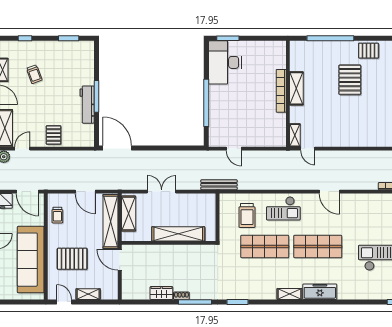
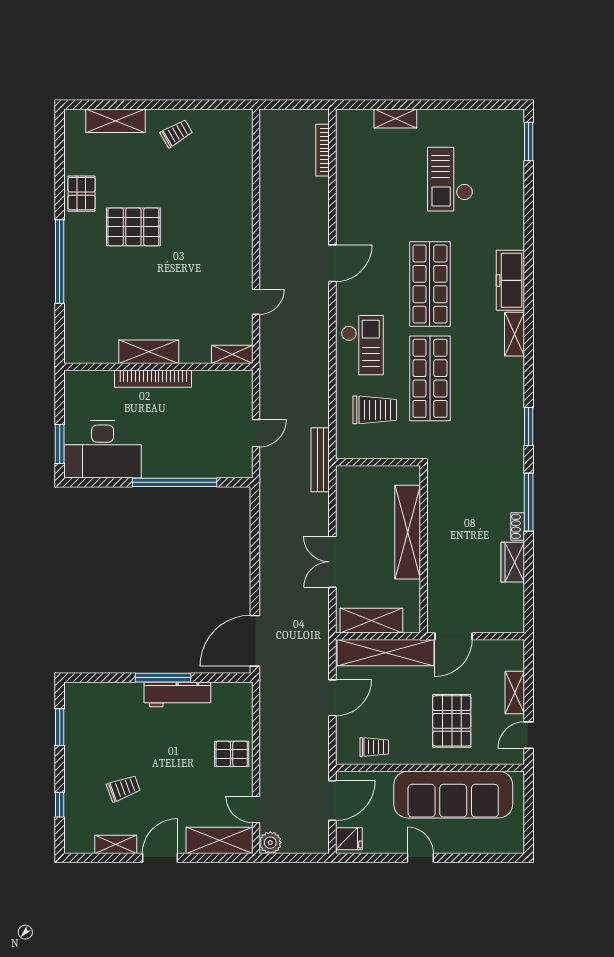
shelving: (296, 88) -> (149, 352), moved
bookcase: (281, 91) -> (153, 379), moved
wall: (288, 94) -> (158, 367), moved
shelving: (295, 135) -> (232, 354), moved

